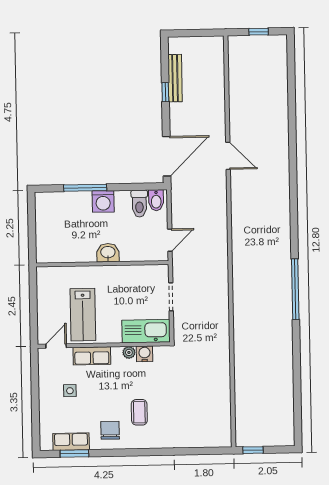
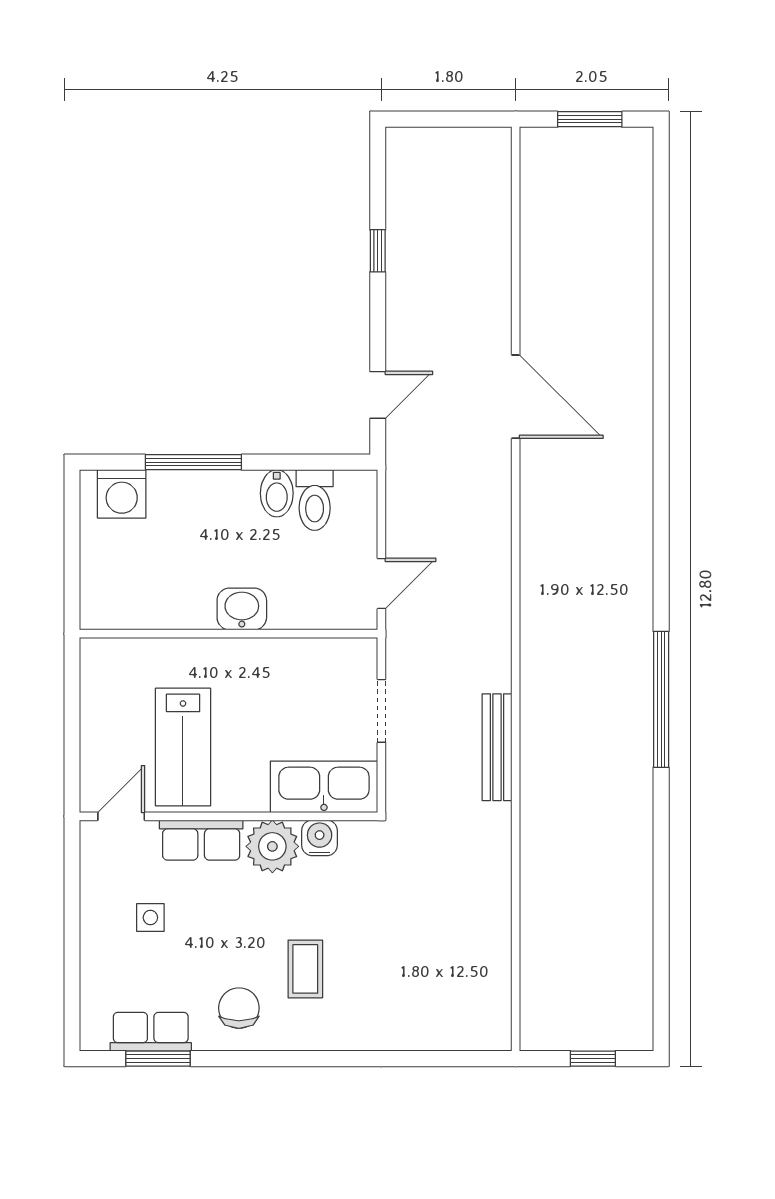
window: (259, 32) -> (590, 119), width x1.50
bench: (175, 78) -> (497, 747), moved
door: (167, 156) -> (378, 395), width x0.53
door: (228, 156) -> (516, 397), width x1.36
bidet: (156, 200) -> (277, 493), moved
washing machine: (103, 202) -> (122, 494), moved
plant: (129, 352) -> (272, 846), width x1.87, depth x1.87
window: (253, 450) -> (593, 1059), moved

